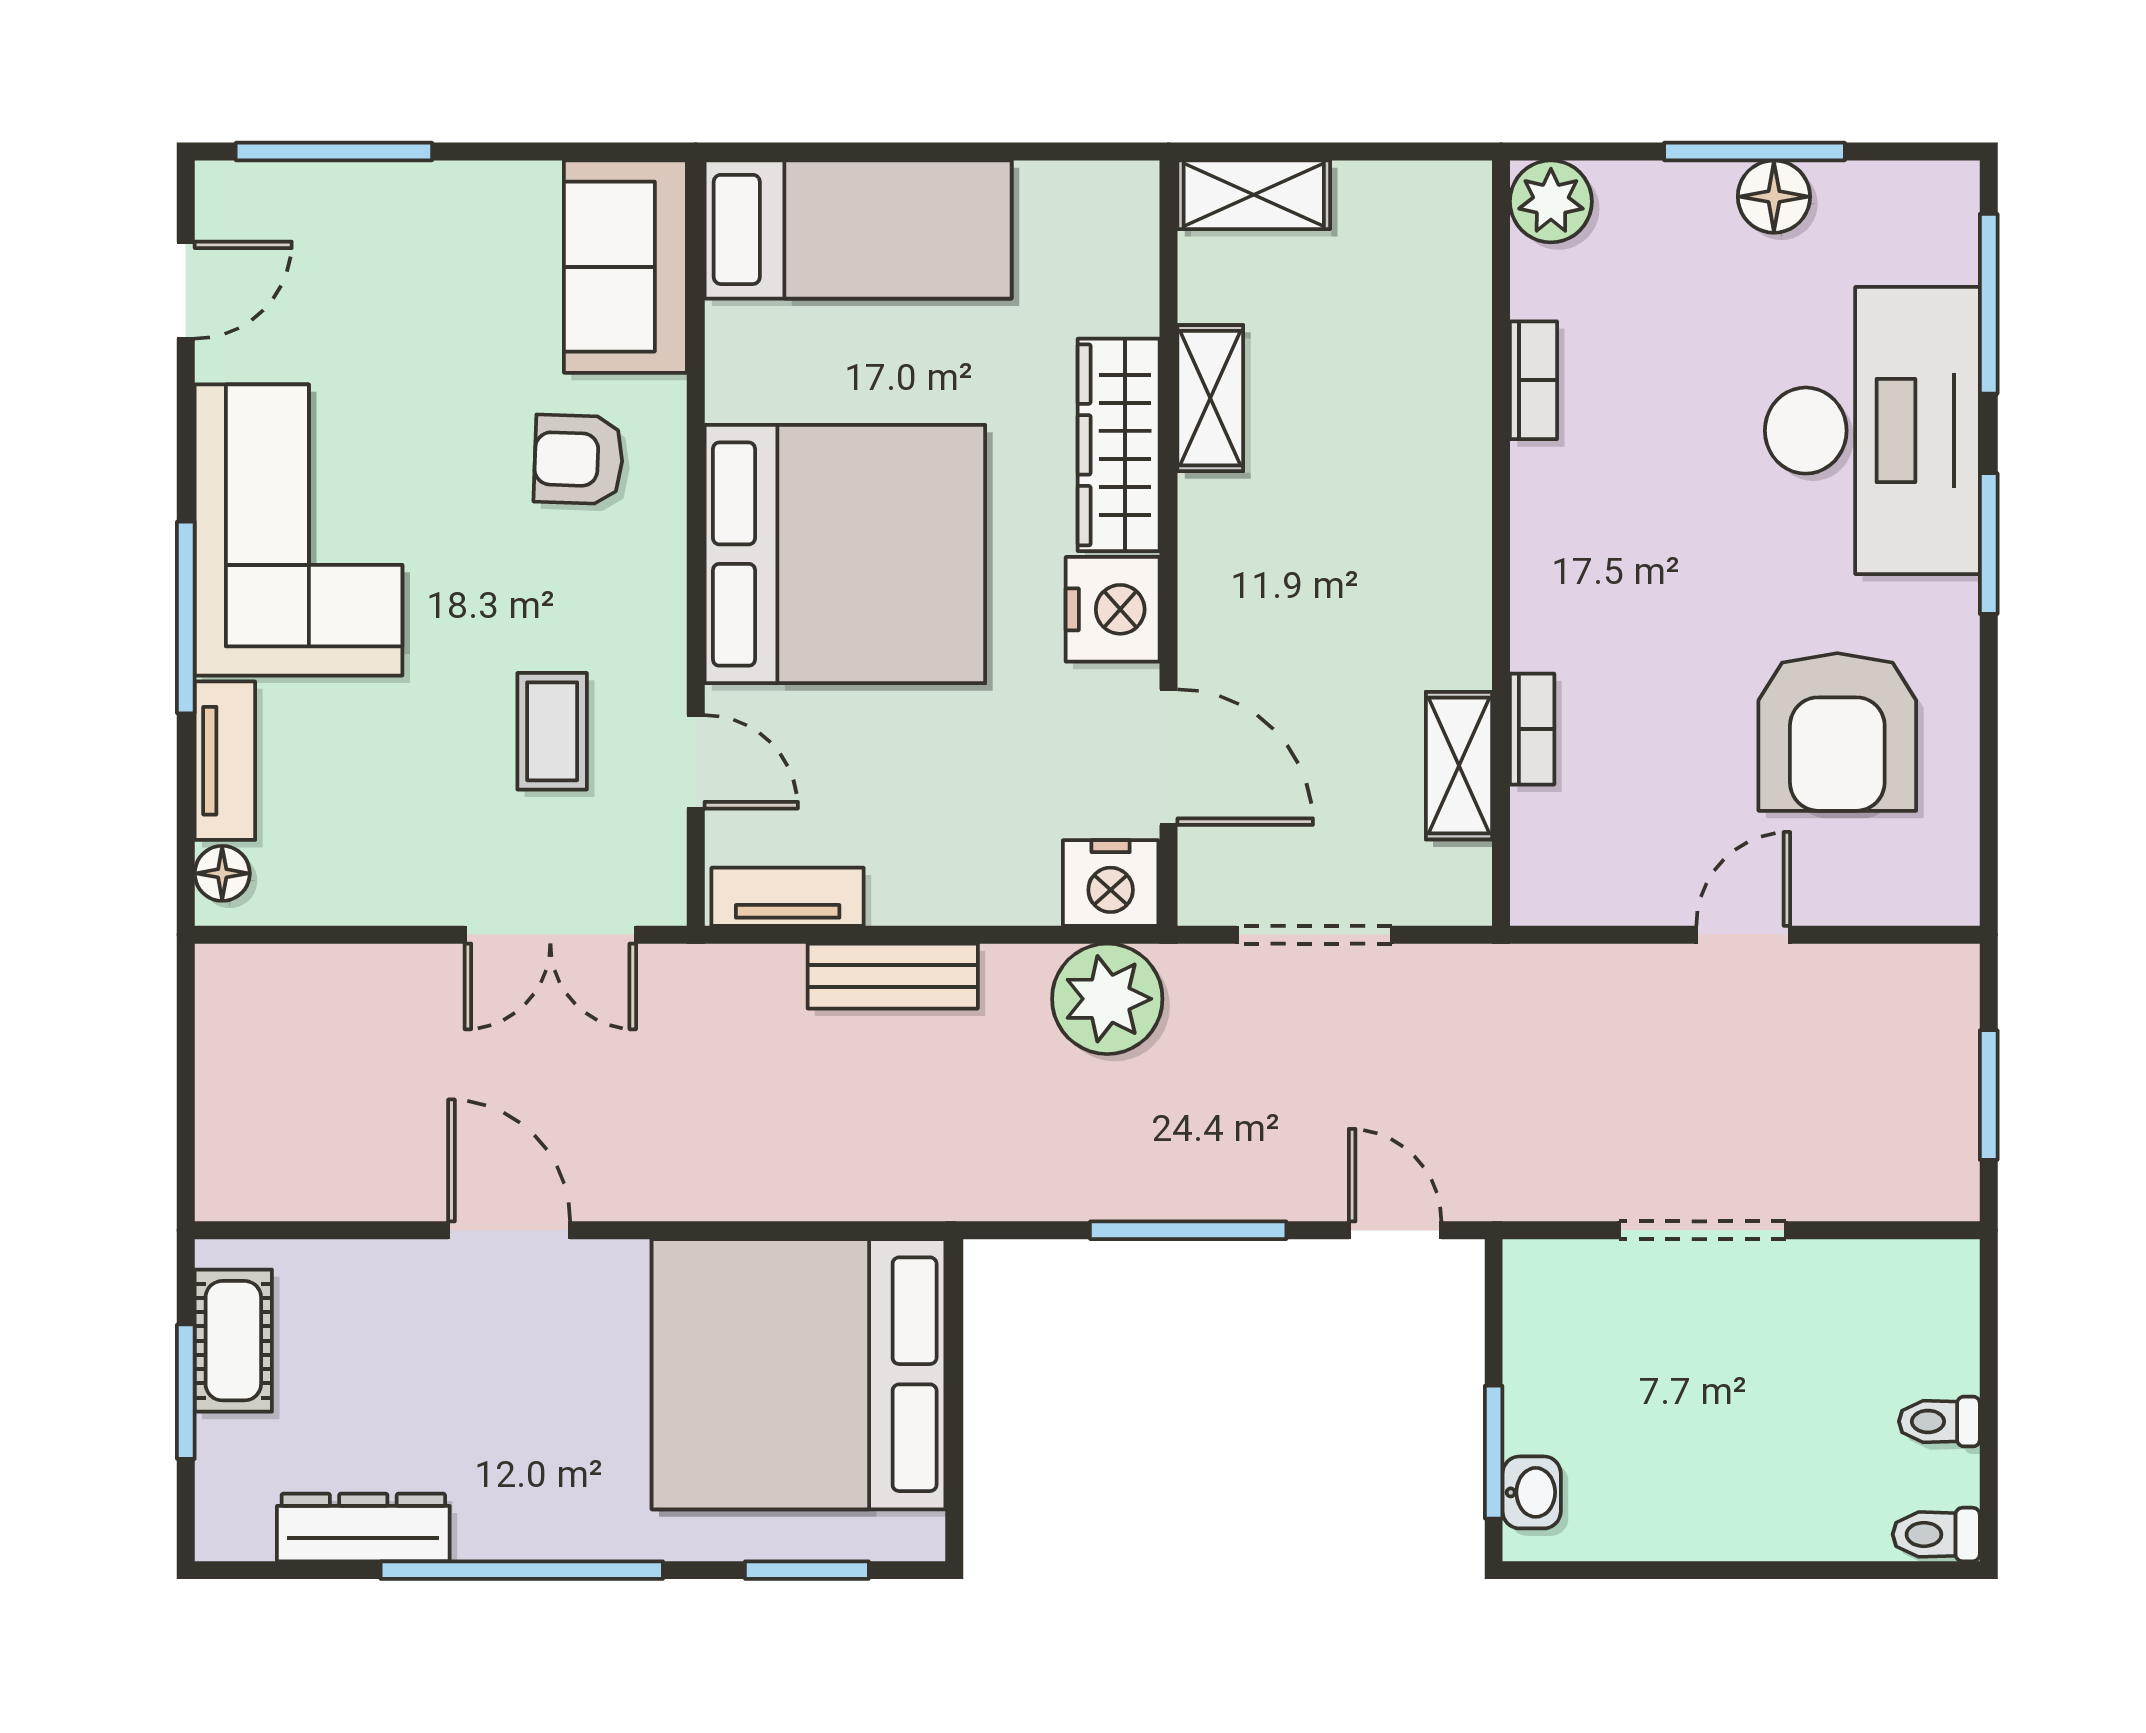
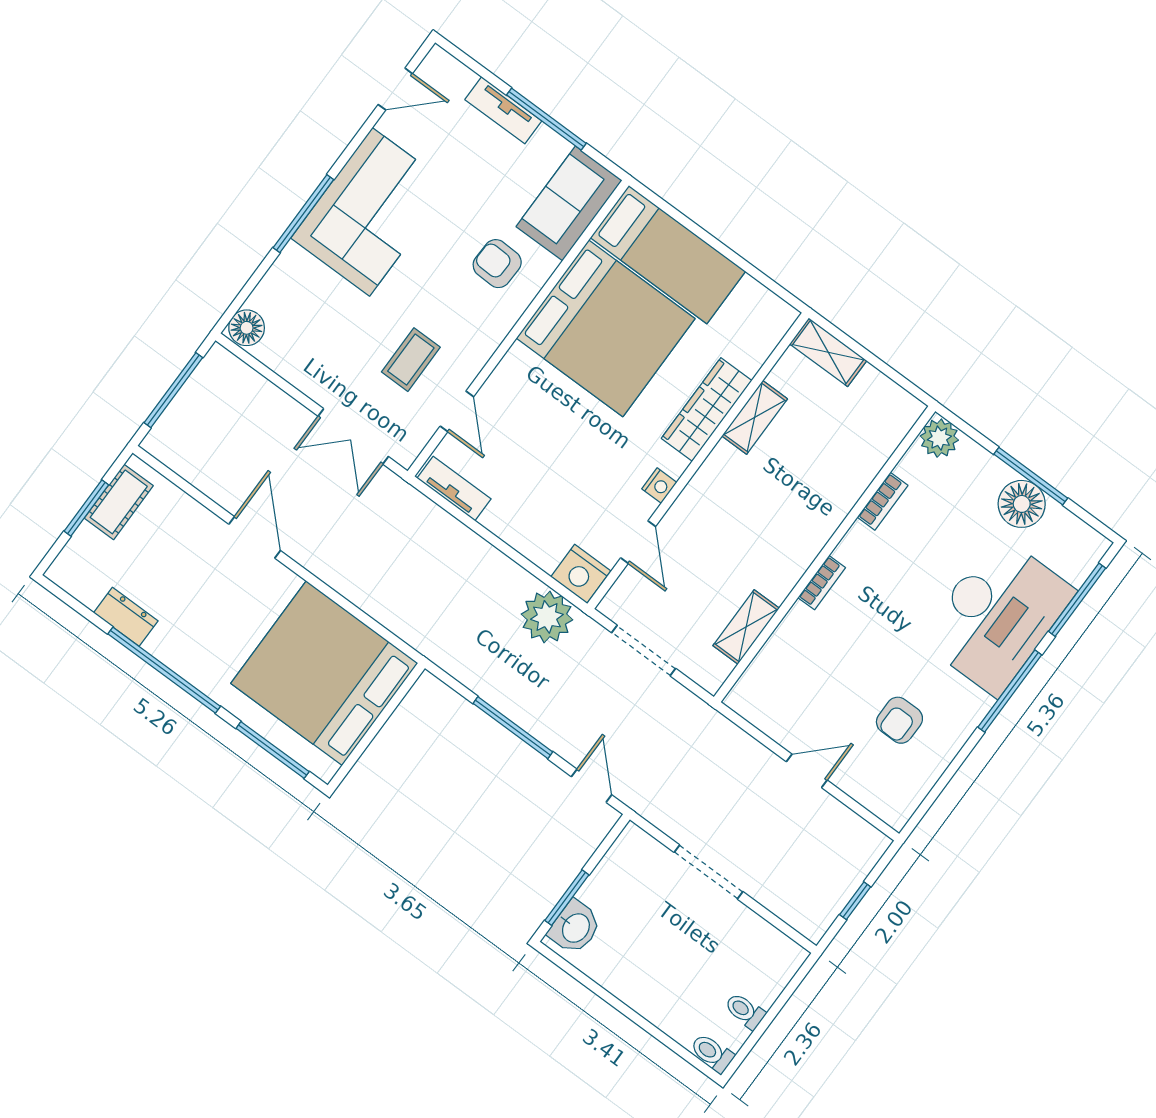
window: (334, 152) -> (546, 119), moved
floor lamp: (1774, 197) -> (1022, 504), width x1.38, depth x1.38
window: (1989, 544) -> (1010, 691), width x1.44
bed: (845, 554) -> (606, 328), moved
nightstand: (1113, 609) -> (659, 486), width x0.53, depth x0.56
bookcase: (1532, 729) -> (822, 583), moved
armchair: (1837, 732) -> (899, 720), width x0.53, depth x0.53
door: (1169, 757) -> (638, 542), width x0.73
tv unit: (225, 761) -> (503, 110), moved, turned 90
floor lamp: (222, 873) -> (247, 328), width x1.37, depth x1.37
bench: (893, 976) -> (472, 548), removed
window: (186, 1082) -> (173, 390), added
window: (1989, 1095) -> (855, 901), width x0.67
washbasin: (1532, 1492) -> (575, 927), width x1.38, depth x1.45
dresser: (363, 1527) -> (126, 617), width x0.70
window: (807, 1570) -> (273, 750), width x1.44

